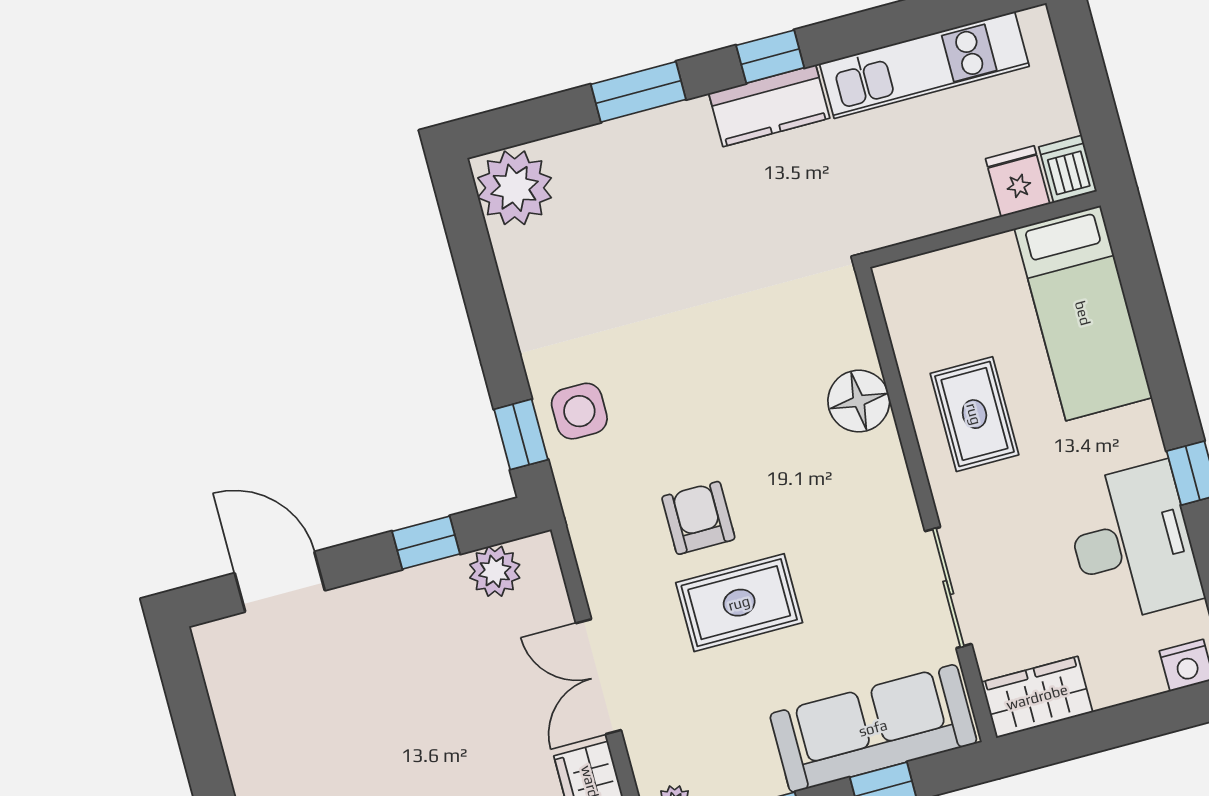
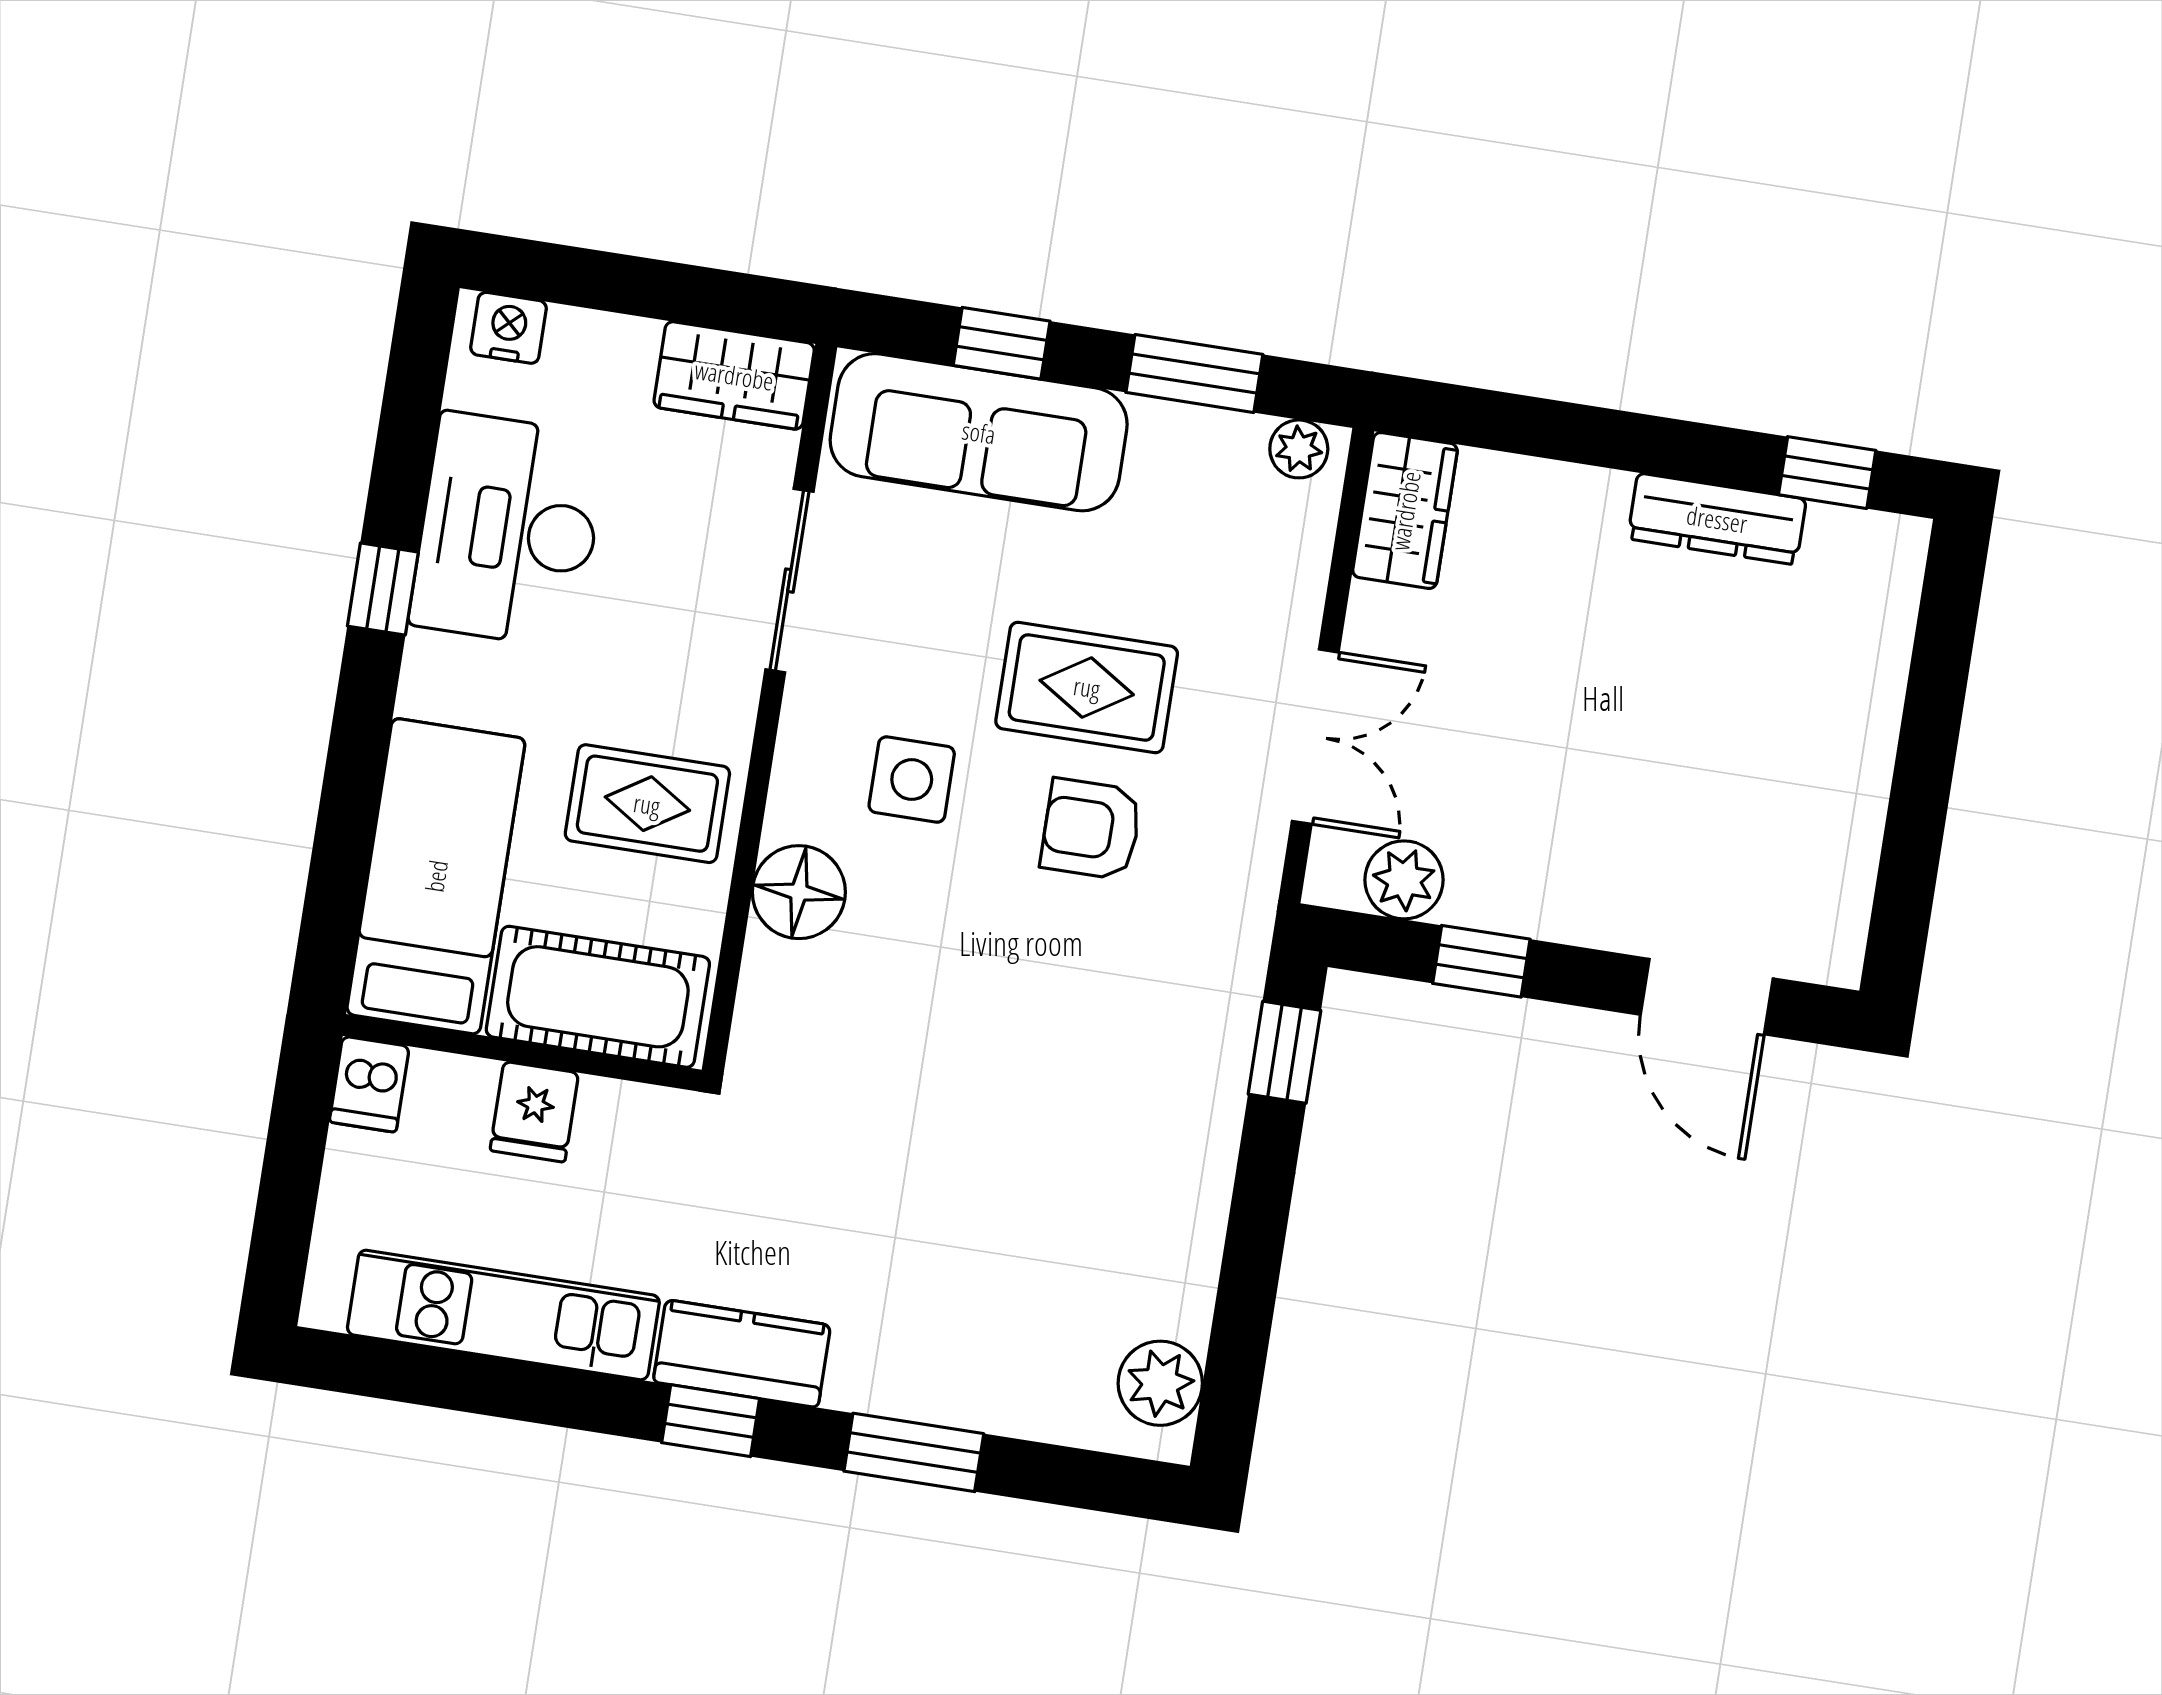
fridge: (1018, 181) -> (534, 1112), moved
plant: (515, 188) -> (1160, 1383), width x0.73, depth x0.73
cot: (953, 283) -> (598, 997), added
side table: (579, 411) -> (912, 780), moved
rug: (974, 414) -> (647, 804), turned 90
armchair: (698, 518) -> (1091, 829), turned 90
double door: (599, 677) -> (1315, 737), moved

